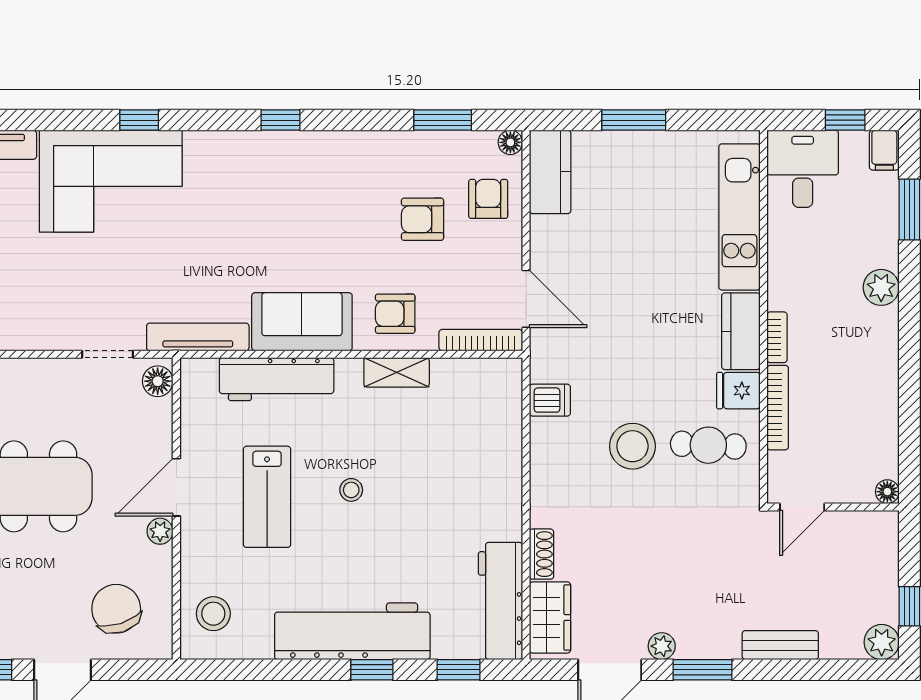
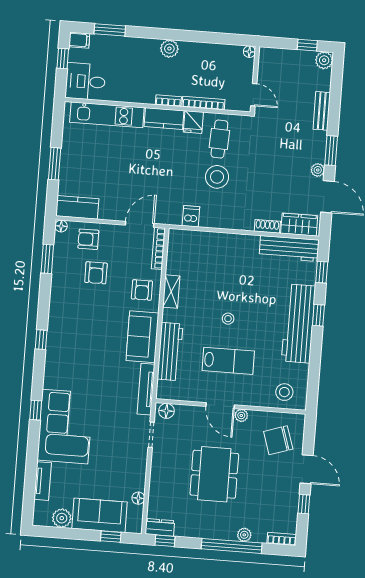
plant: (881, 287) -> (169, 49), moved

